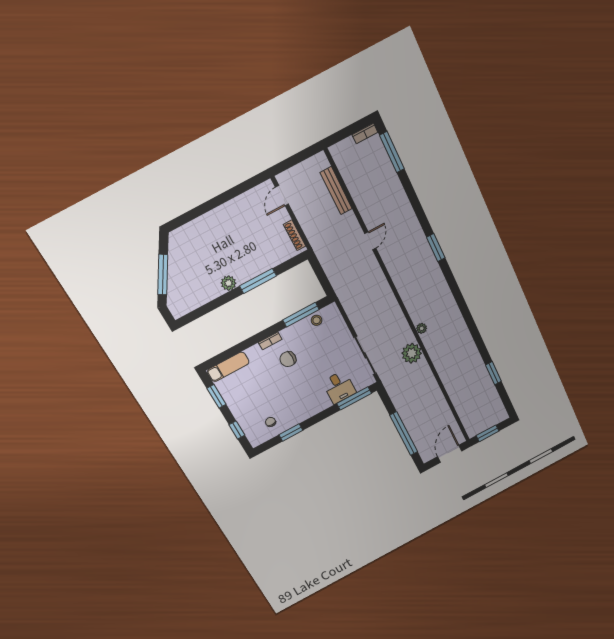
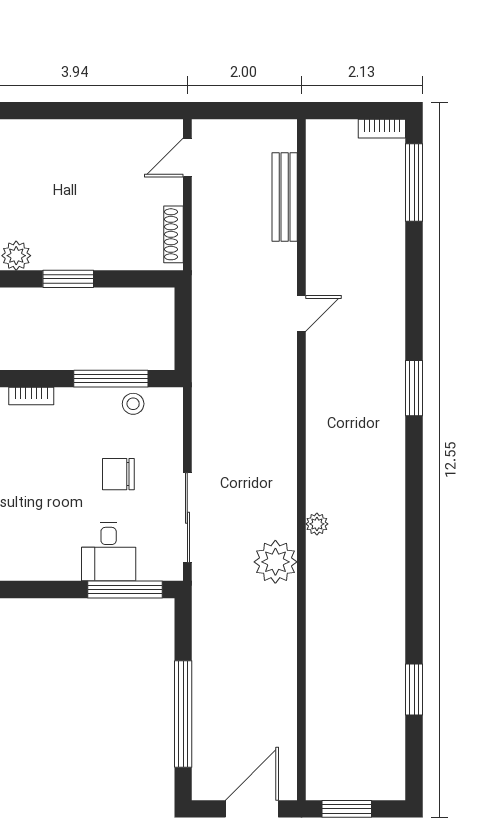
window: (258, 281) -> (68, 279), width x0.69
chair: (288, 359) -> (118, 474), moved

